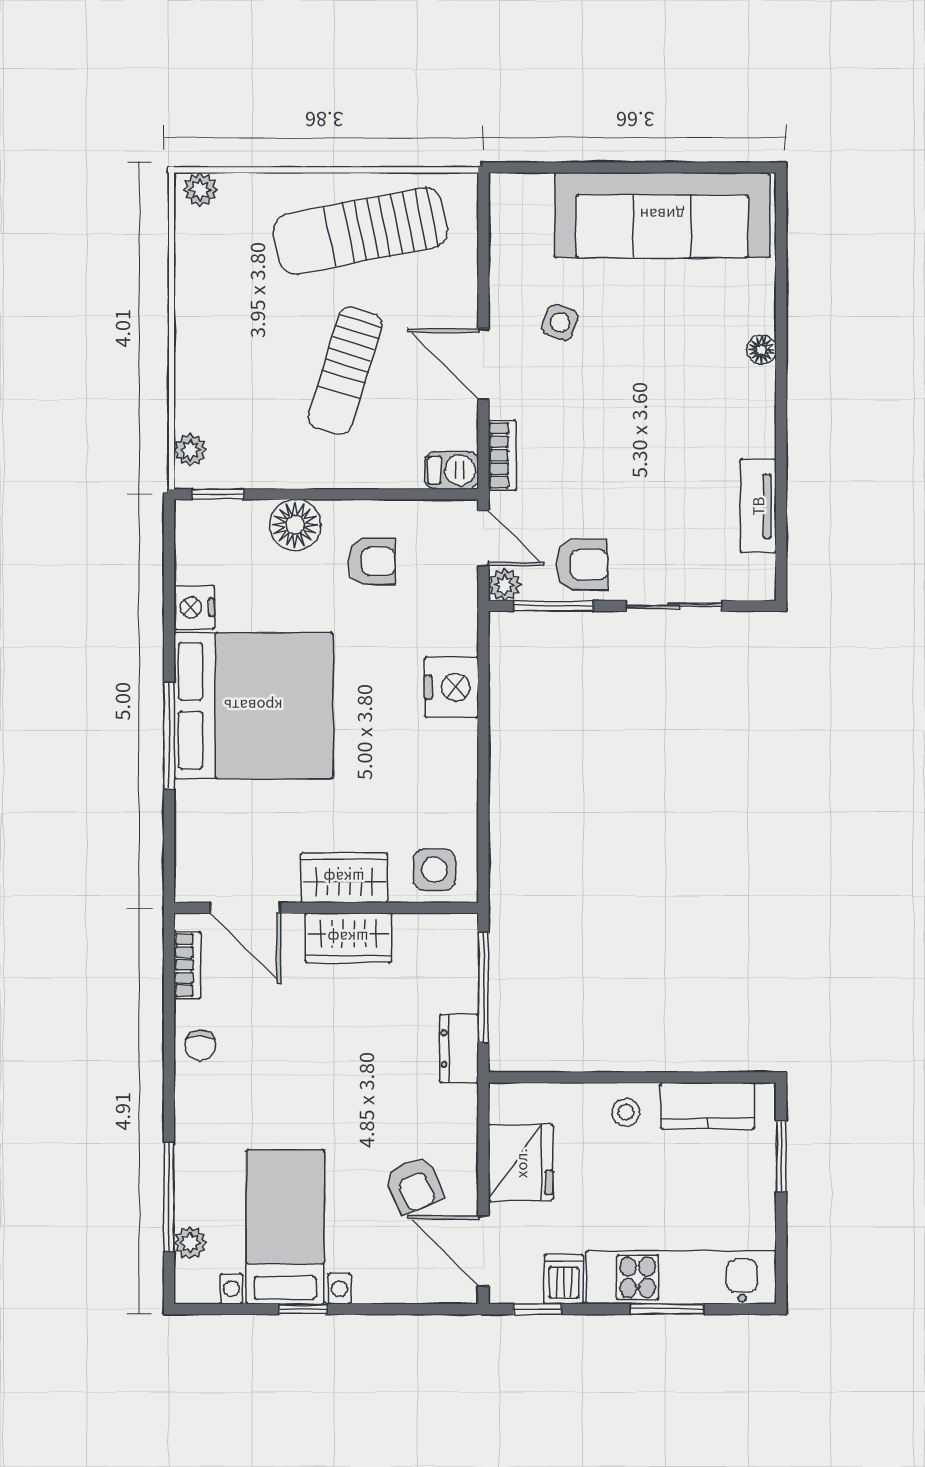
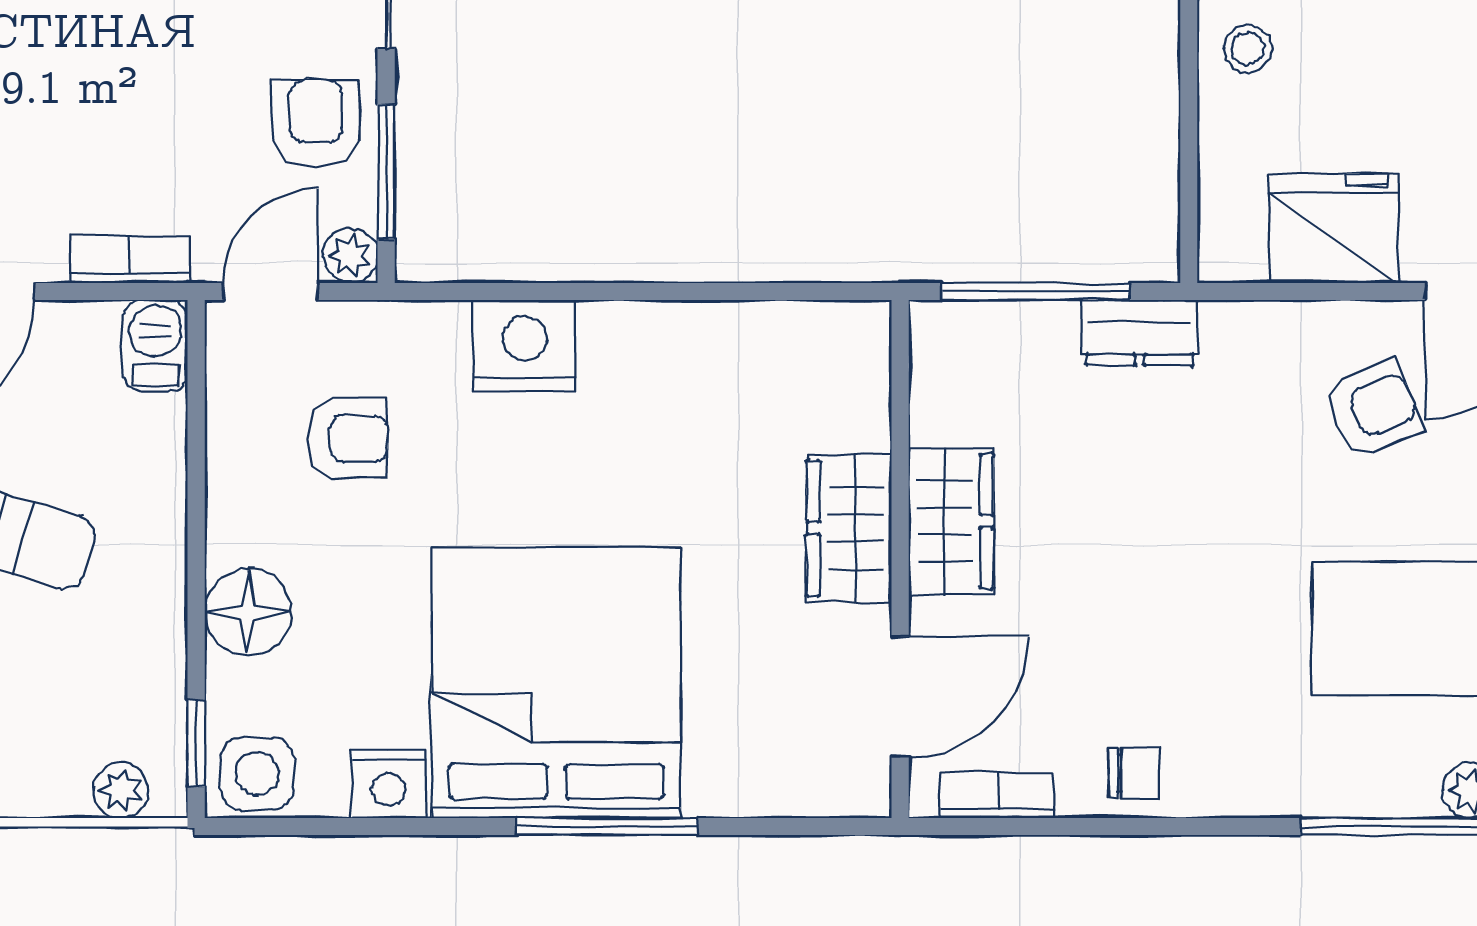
armchair: (372, 561) -> (348, 438), moved, turned 90
side table: (434, 870) -> (257, 774), moved

